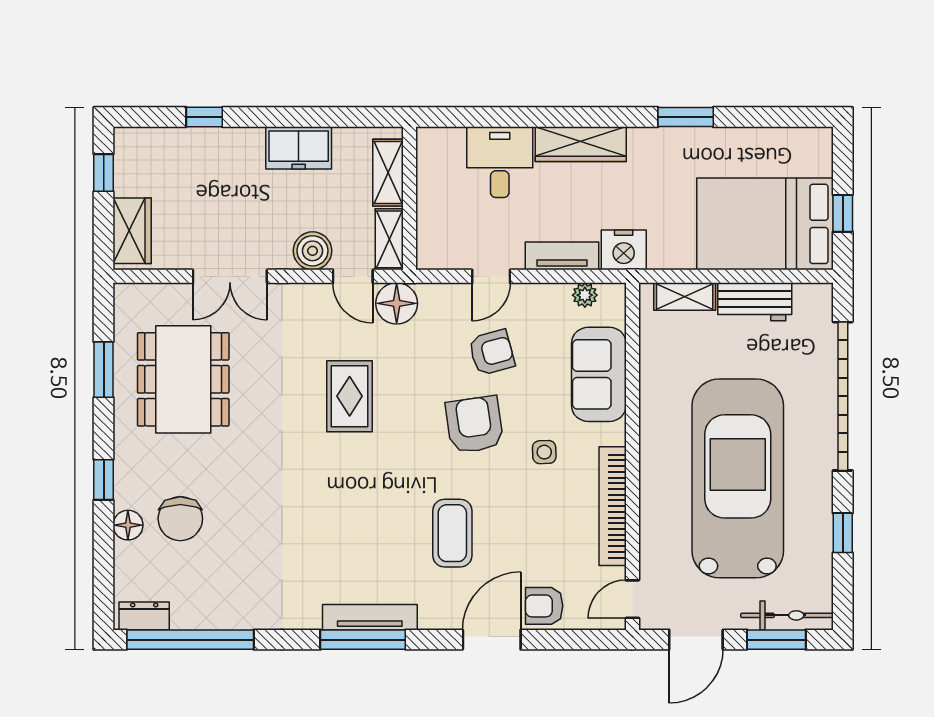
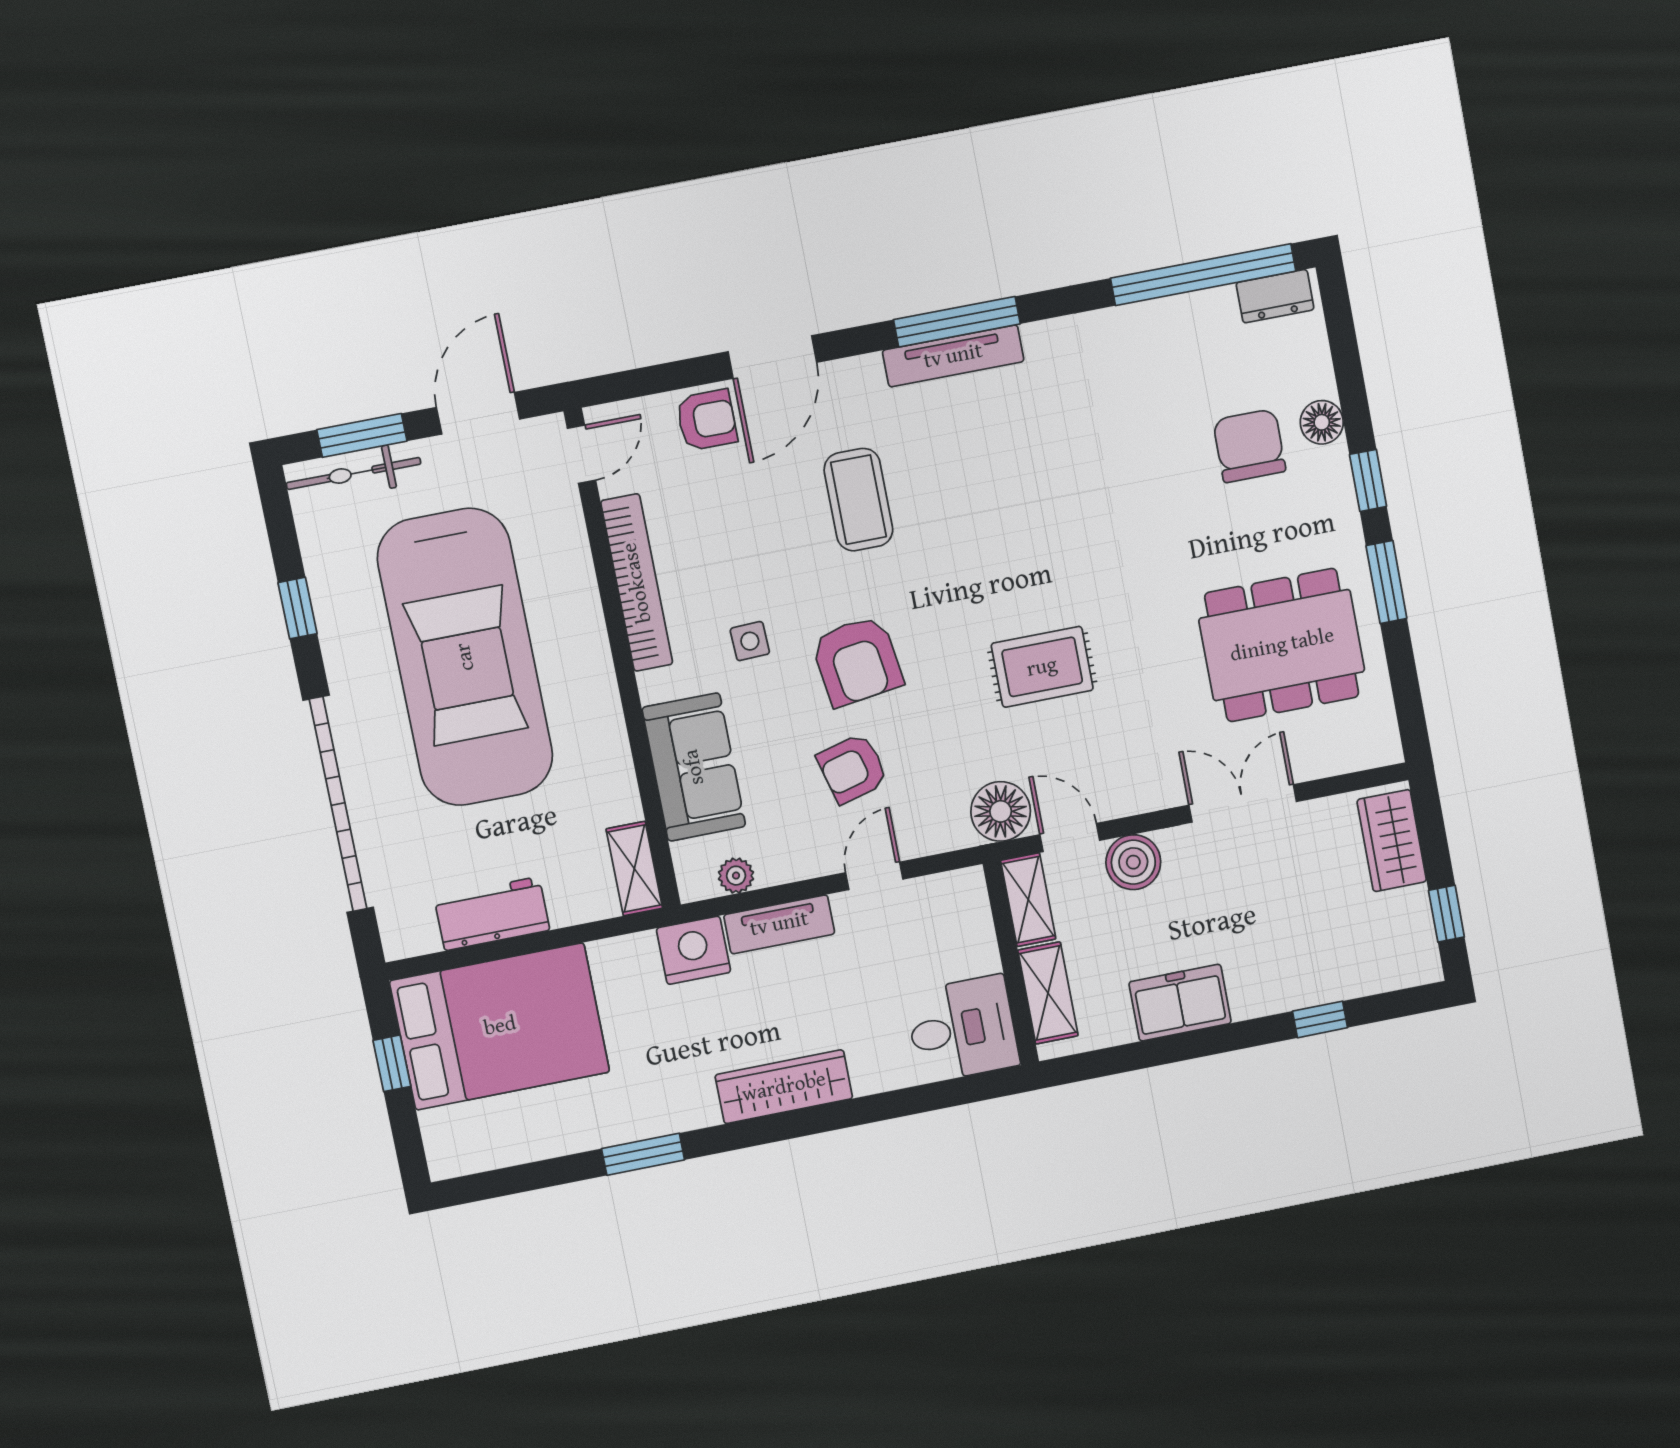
desk: (500, 162) -> (962, 1029), moved, turned -90
shelving: (685, 297) -> (634, 869), moved, turned 90
window: (104, 370) -> (1386, 582), moved
dining table: (183, 379) -> (1282, 645), turned 90
rug: (350, 396) -> (1042, 667), turned 90

